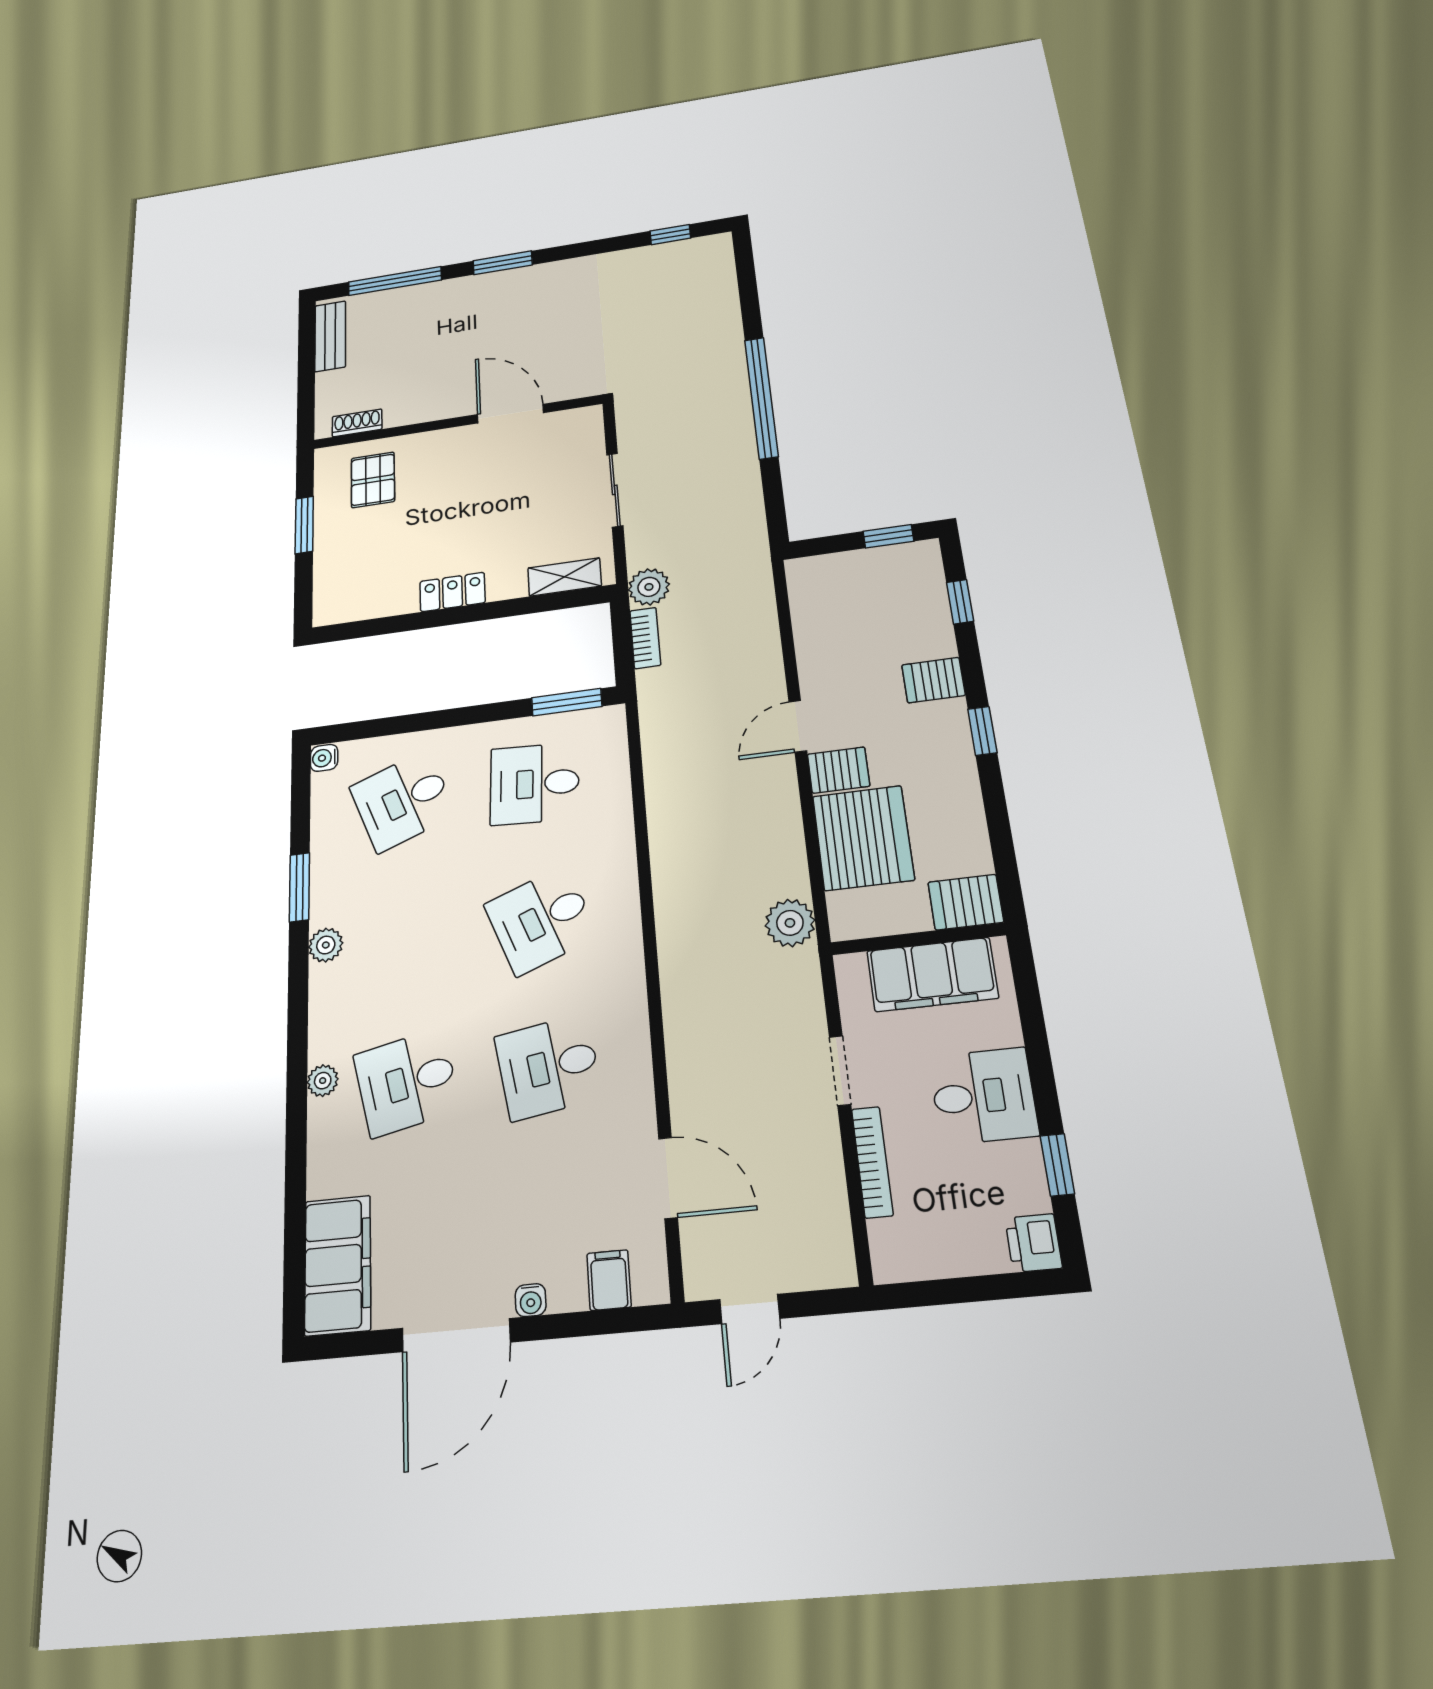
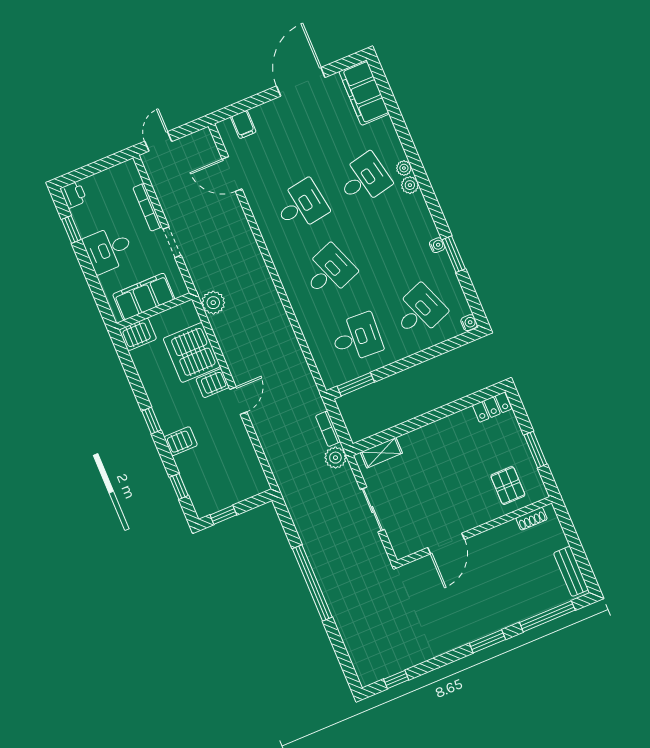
door: (510, 414) -> (446, 543), hinge flipped
locker: (452, 592) -> (492, 407), moved
plant: (326, 945) -> (410, 185), moved
water cooler: (531, 1300) -> (437, 245), moved, turned 90
door: (750, 1309) -> (158, 141), moved

